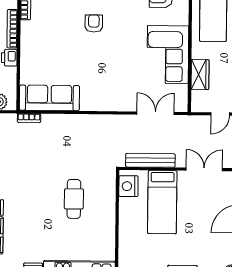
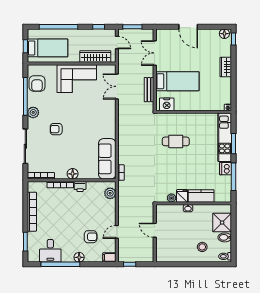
floor lamp: (28, 47) -> (73, 174), added
wardrobe: (200, 75) -> (95, 56), width x1.50
bench: (150, 160) -> (149, 90), width x0.73

